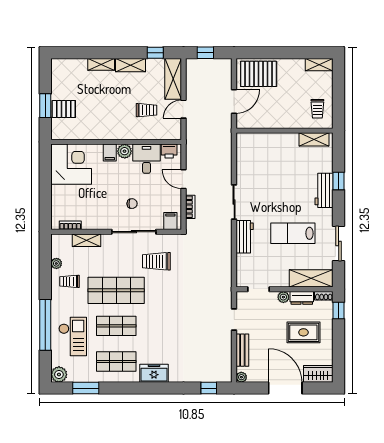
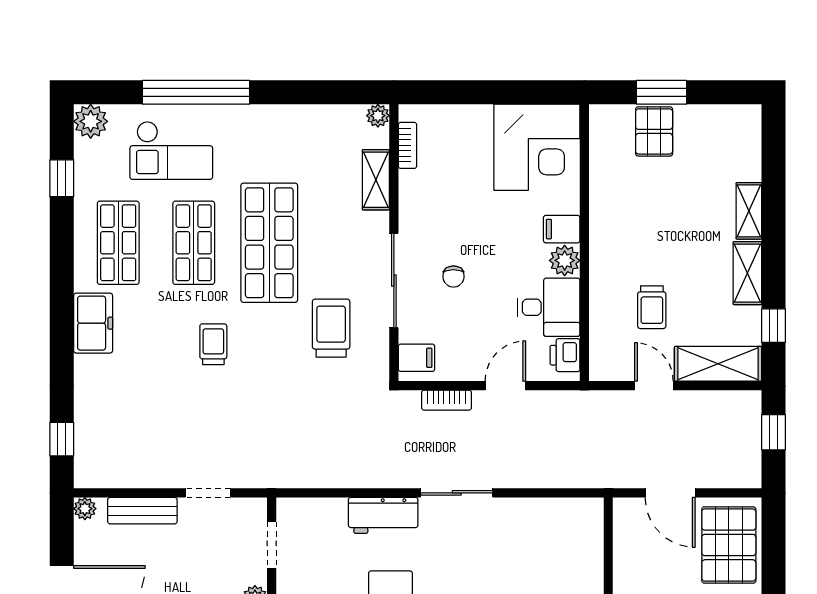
plant: (56, 263) -> (378, 116), moved
trolley: (69, 281) -> (213, 344), moved
window: (86, 388) -> (62, 178), width x0.67

